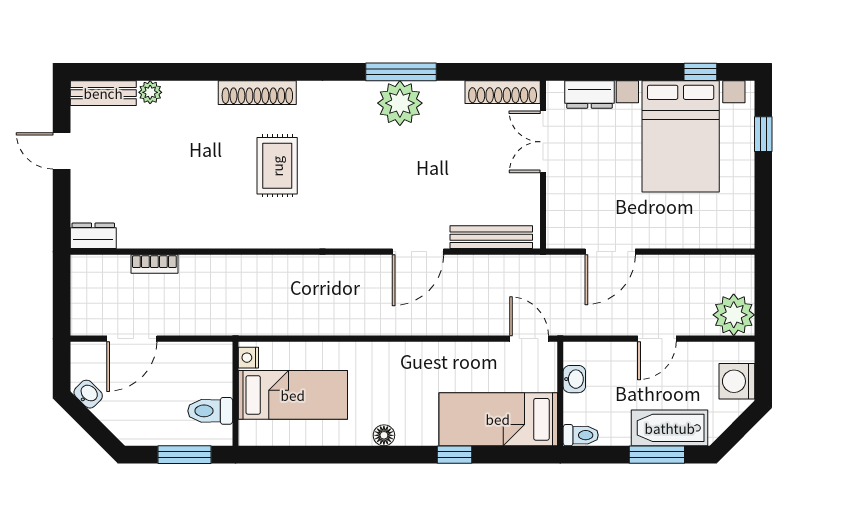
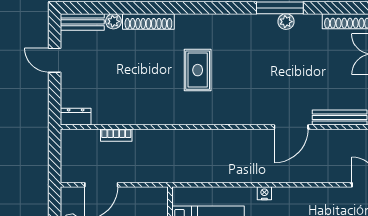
shoe rack: (257, 93) -> (148, 22), moved
plant: (400, 103) -> (286, 22), width x0.53, depth x0.53
nightstand: (248, 358) -> (264, 193), moved, turned 90

